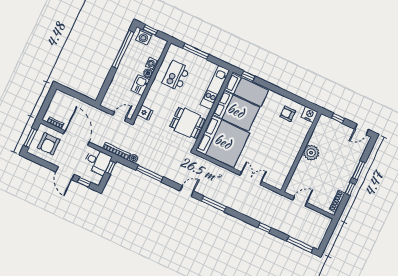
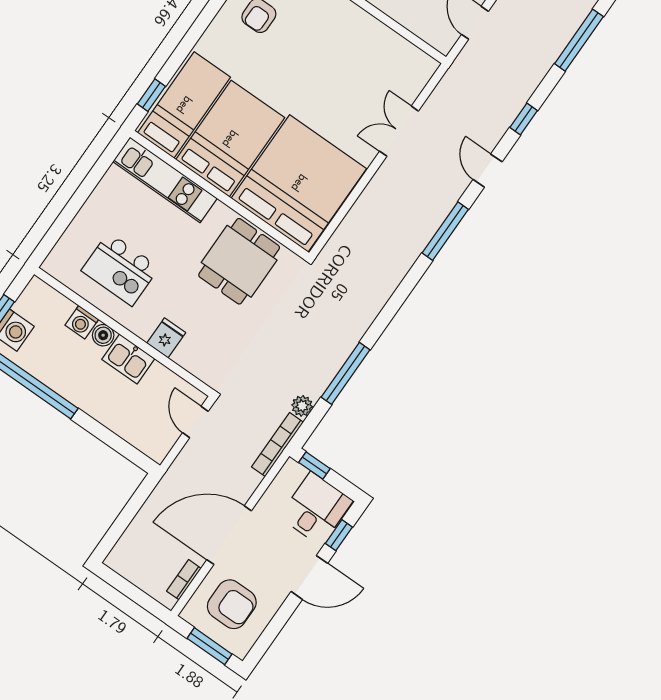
window: (196, 51) -> (70, 211), removed
fridge: (145, 113) -> (166, 338), moved
desk: (98, 161) -> (316, 509), moved
door: (187, 191) -> (488, 171), moved

